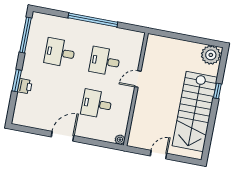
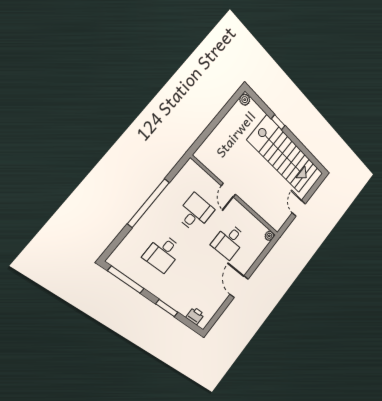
plant: (211, 55) -> (245, 100), width x0.53, depth x0.53
desk: (105, 61) -> (195, 213), turned 180
printer: (25, 86) -> (195, 316), moved

